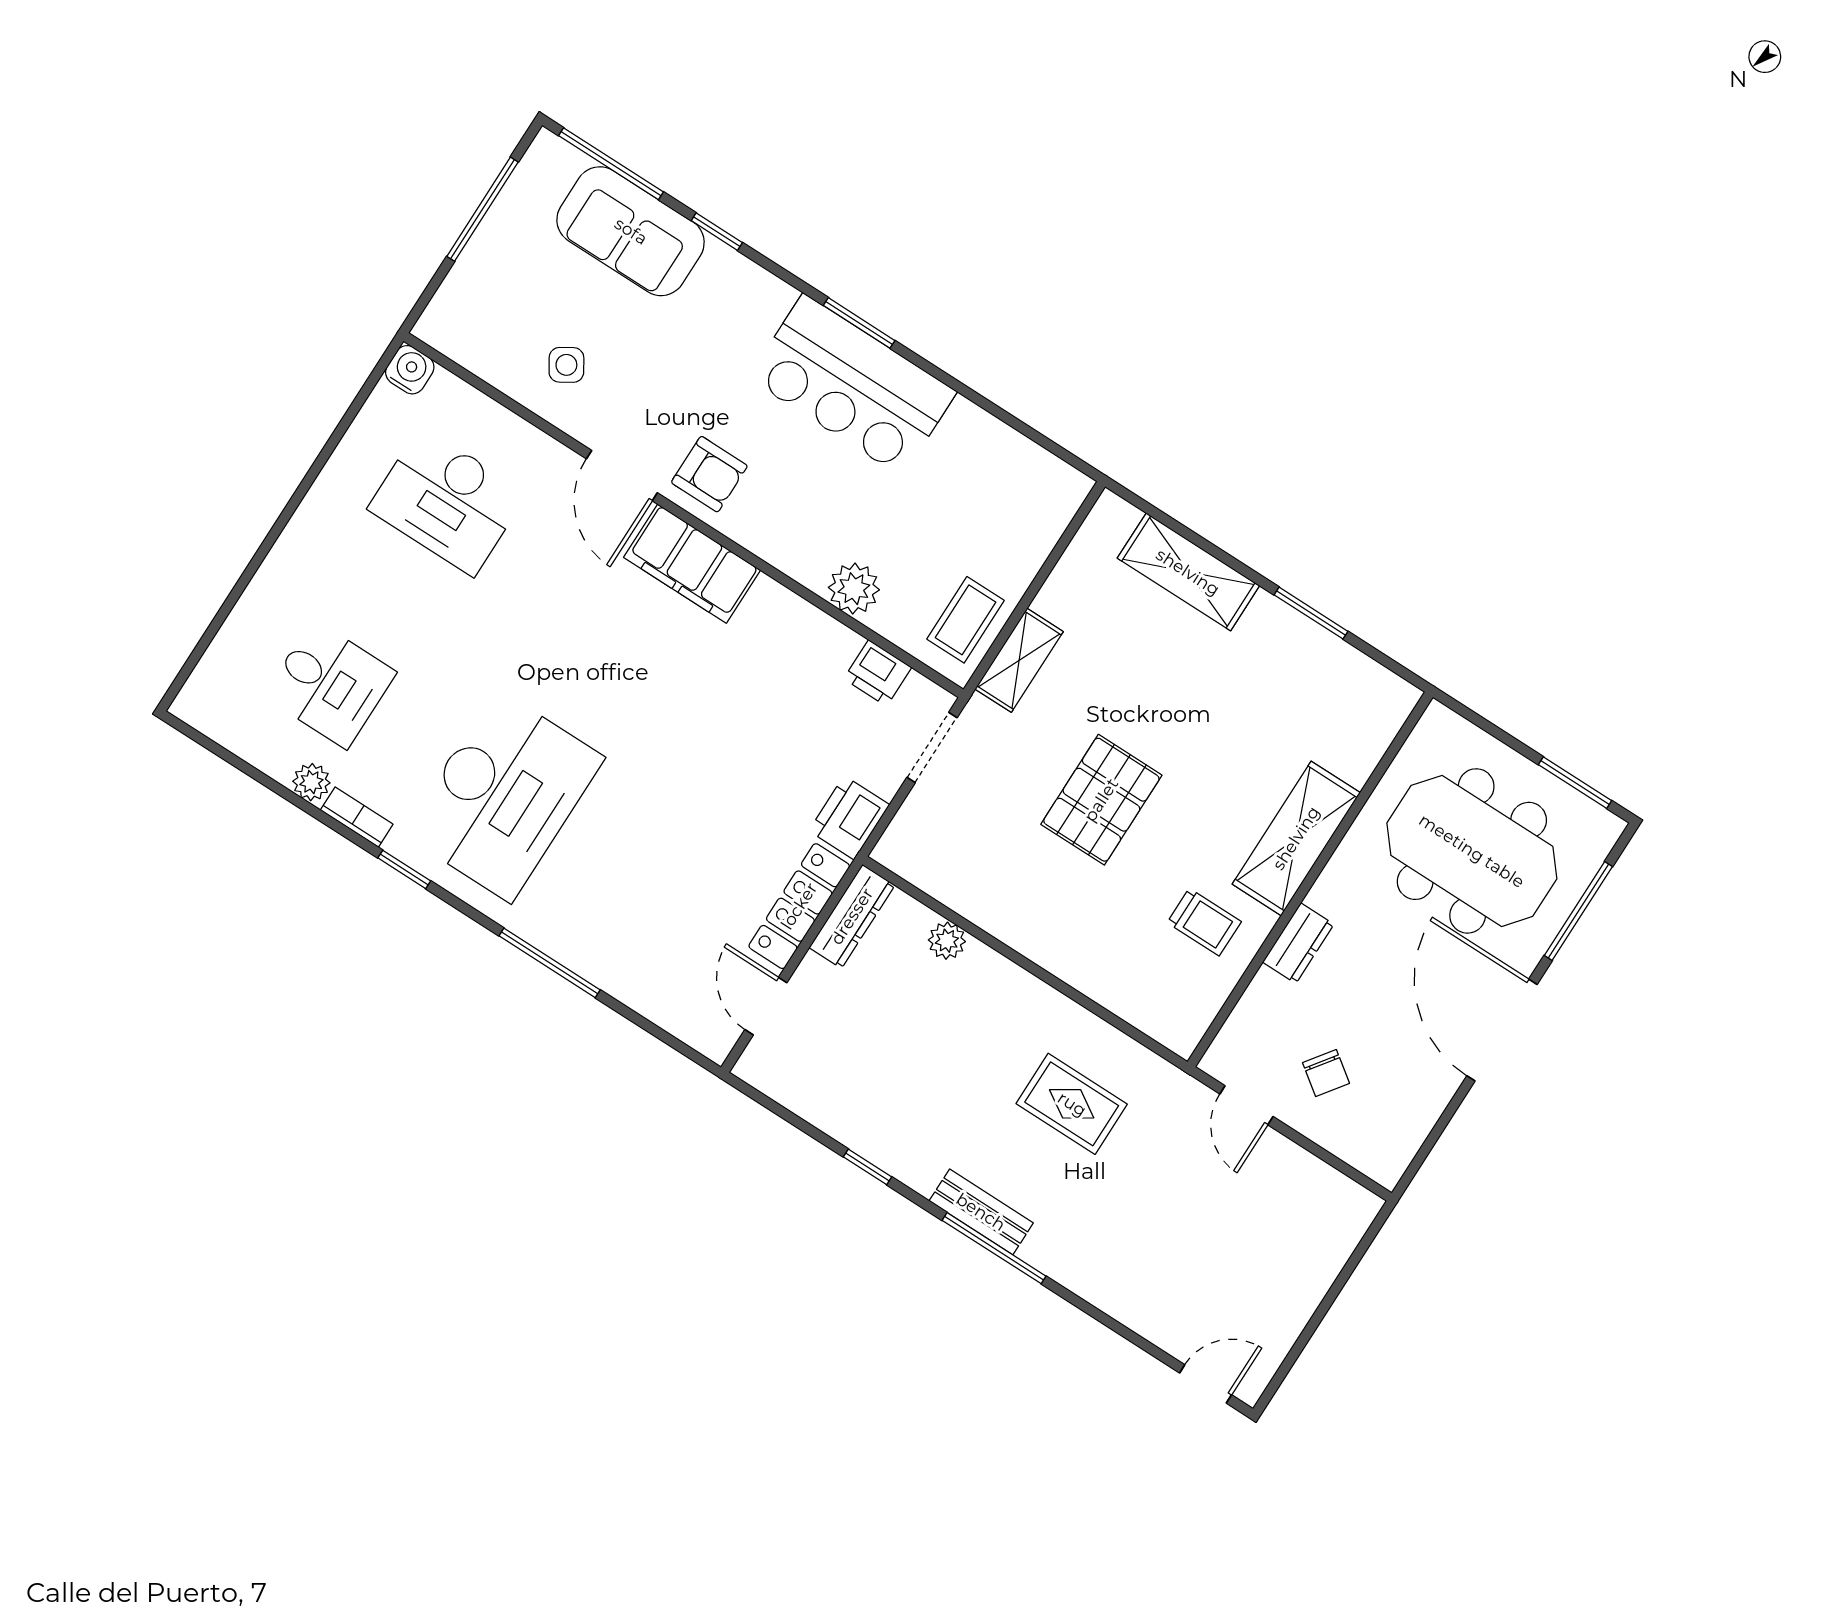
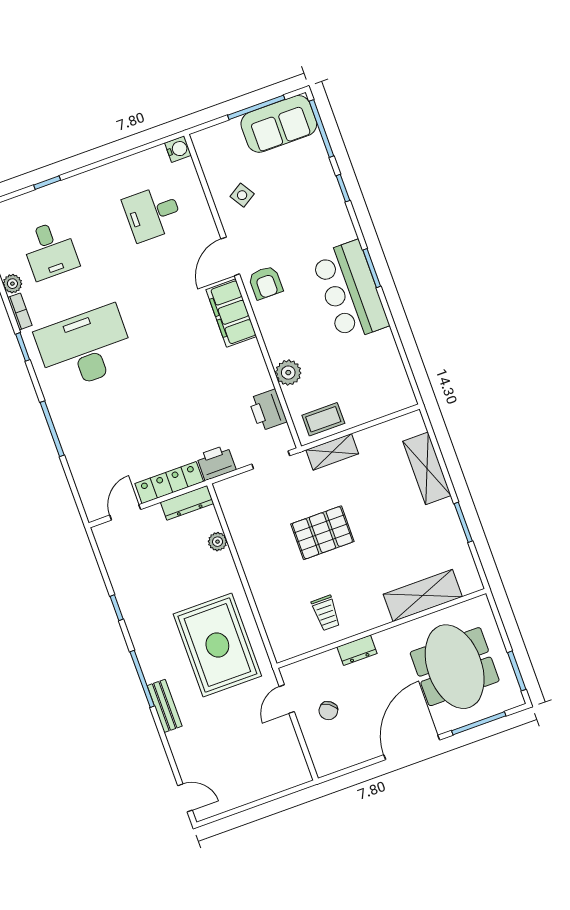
sofa: (631, 231) -> (279, 124), moved, turned -90
desk: (447, 501) -> (153, 213), width x0.73
window: (244, 581) -> (47, 183), added
printer: (878, 673) -> (268, 410), width x1.36, depth x1.24
desk: (504, 796) -> (85, 348), turned 180
shelving: (1296, 838) -> (423, 595), moved
rug: (1072, 1104) -> (217, 645), width x1.86, depth x2.06
bench: (981, 1212) -> (165, 706), moved

